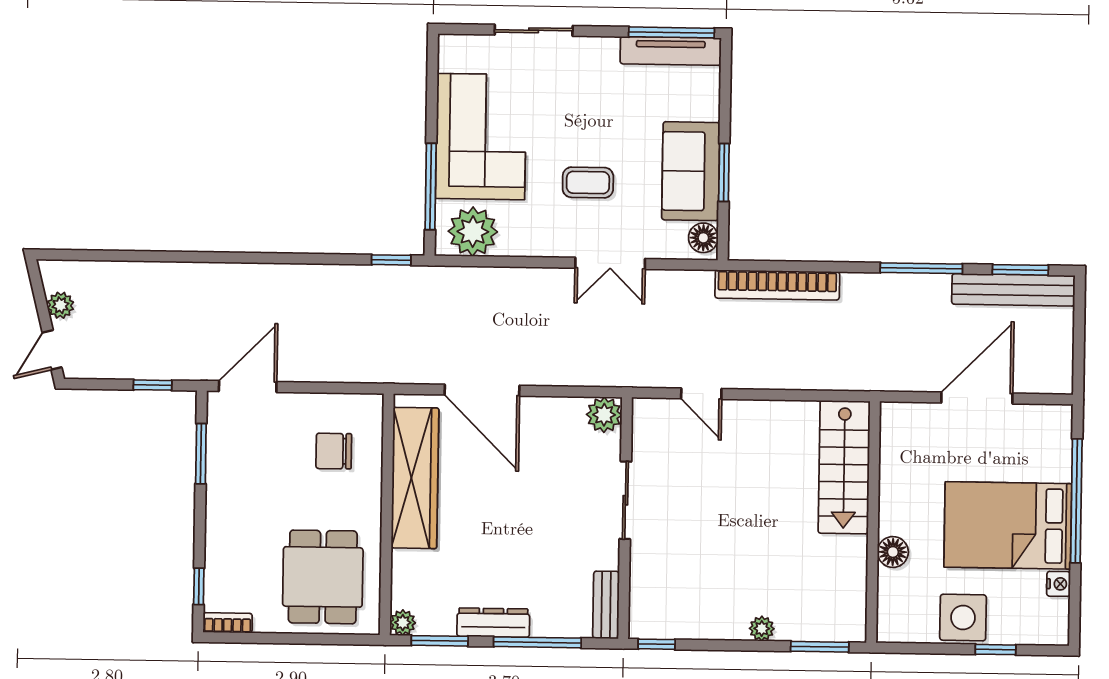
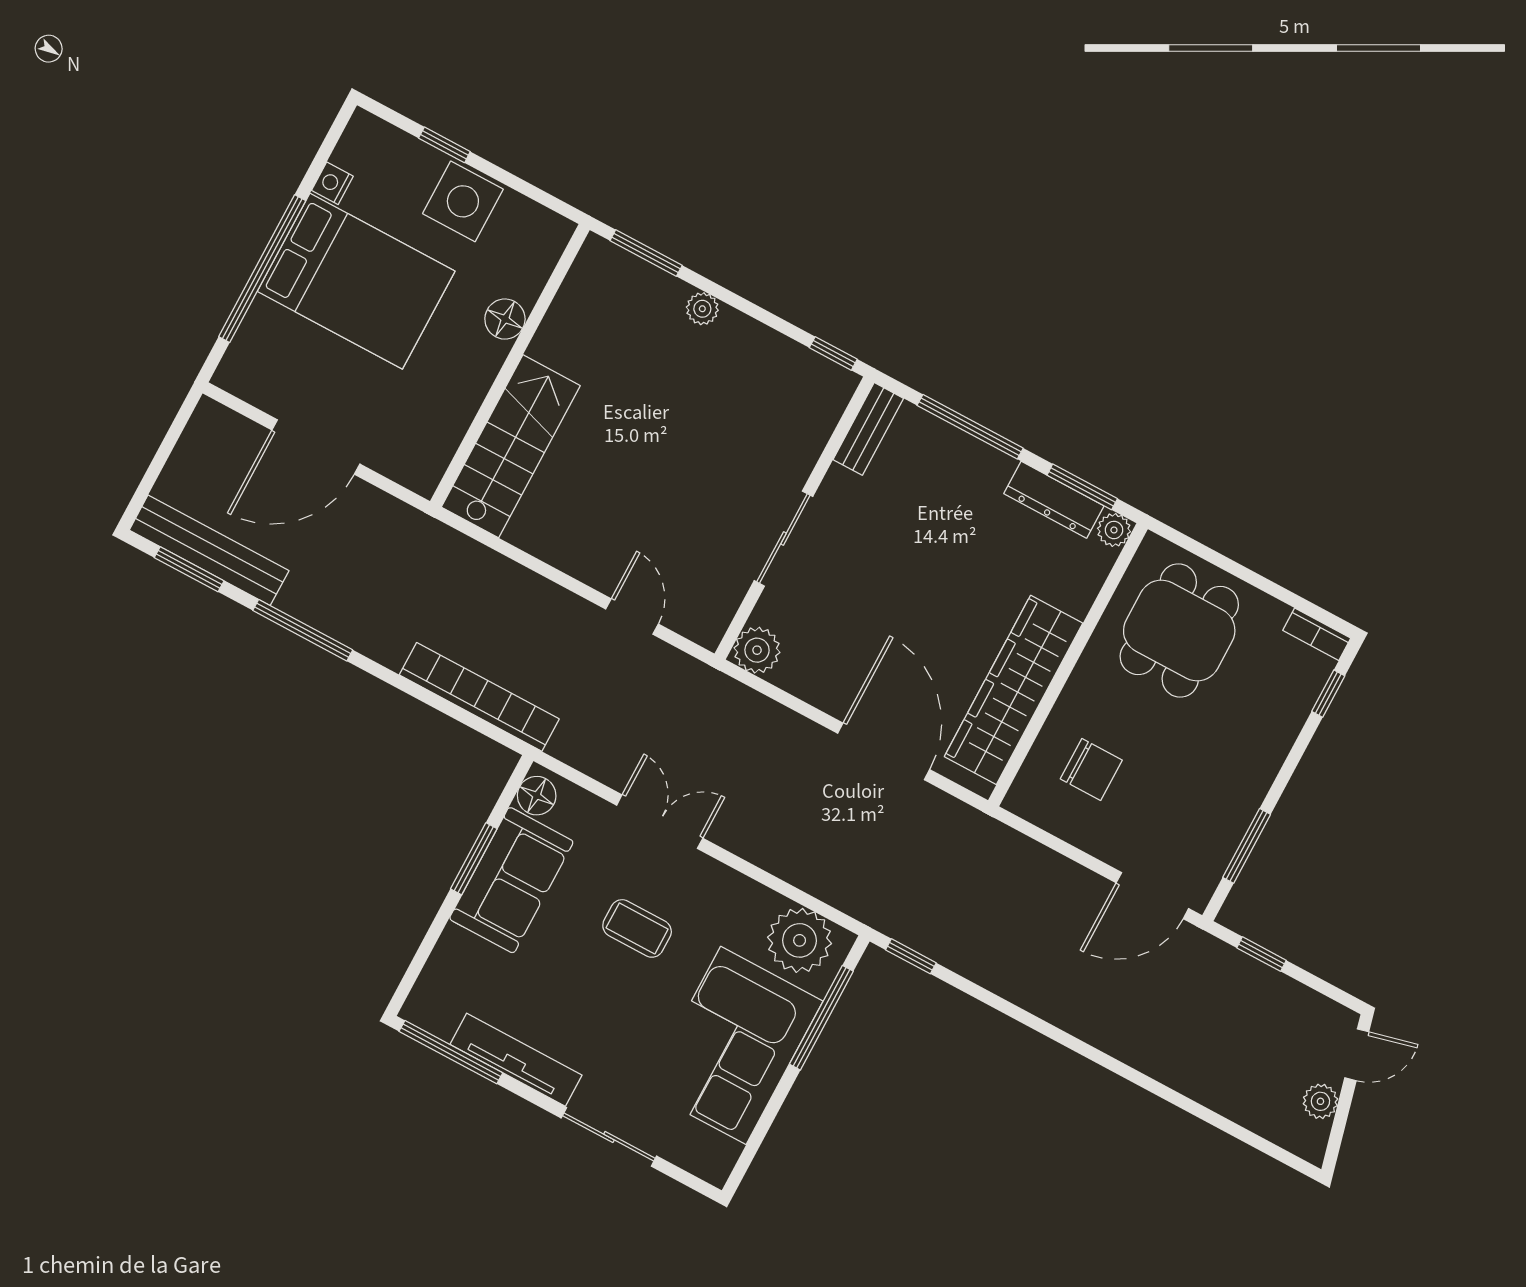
tv unit: (671, 51) -> (516, 1060), moved
dresser: (493, 623) -> (1054, 500), moved

